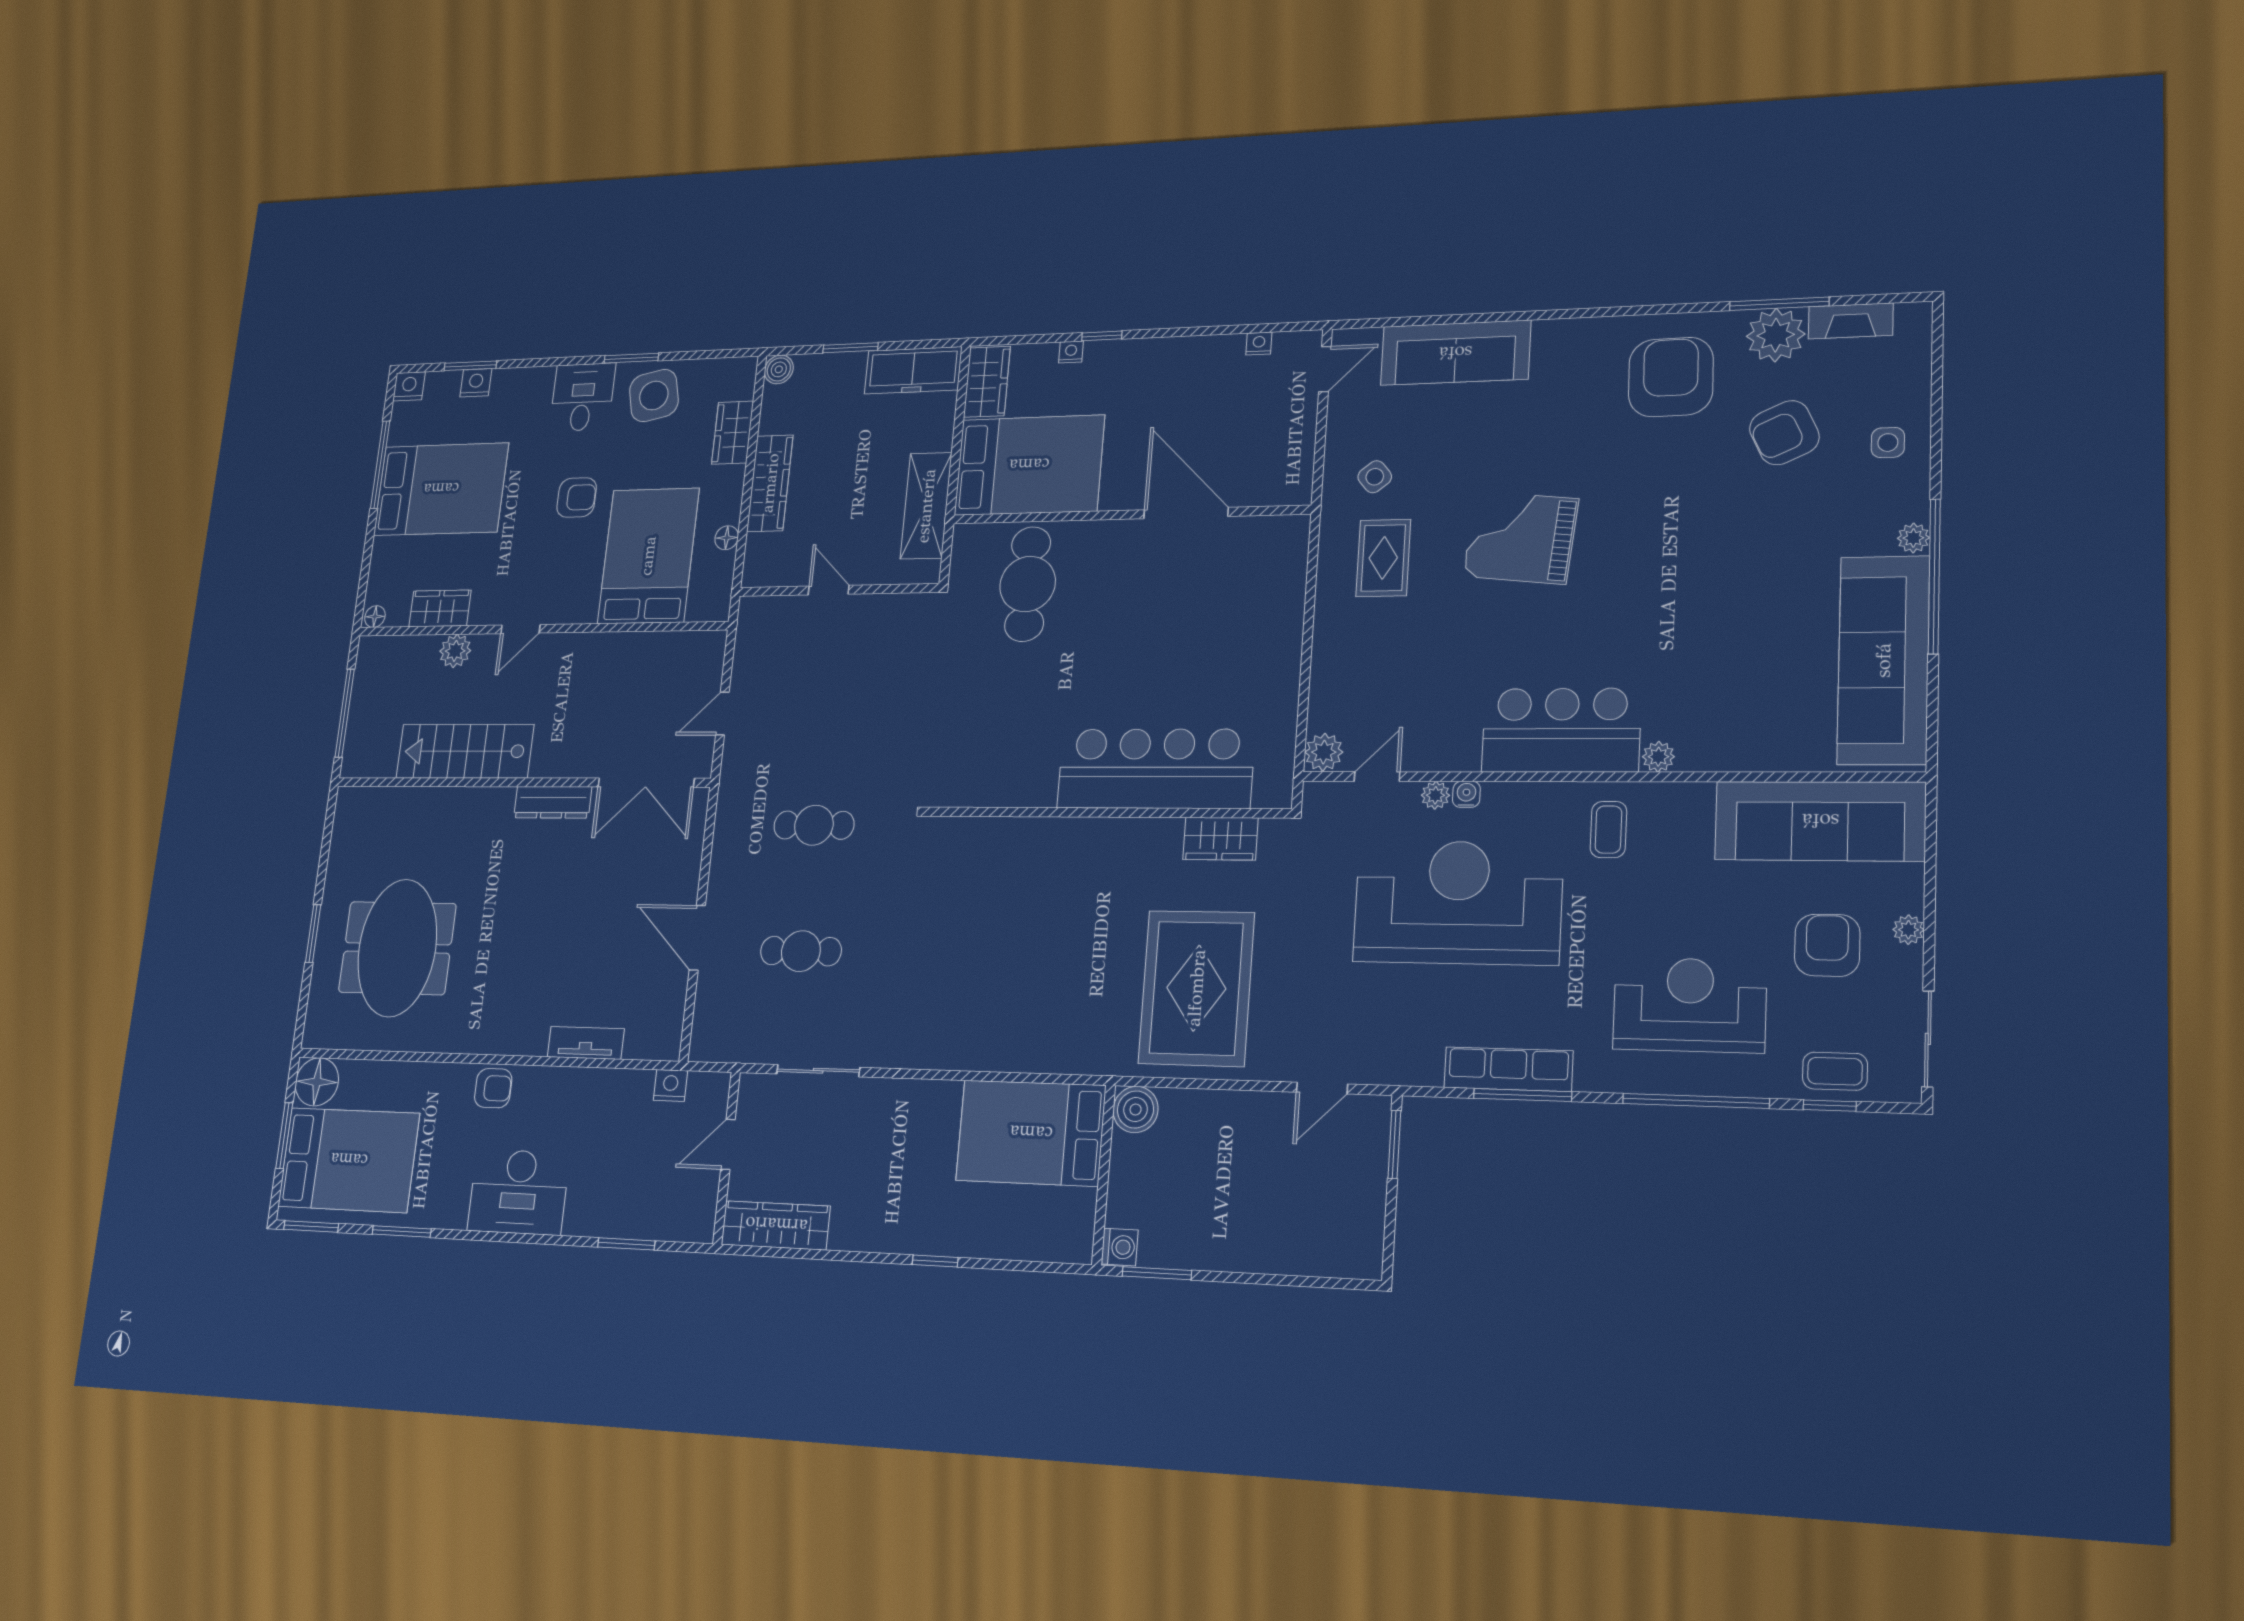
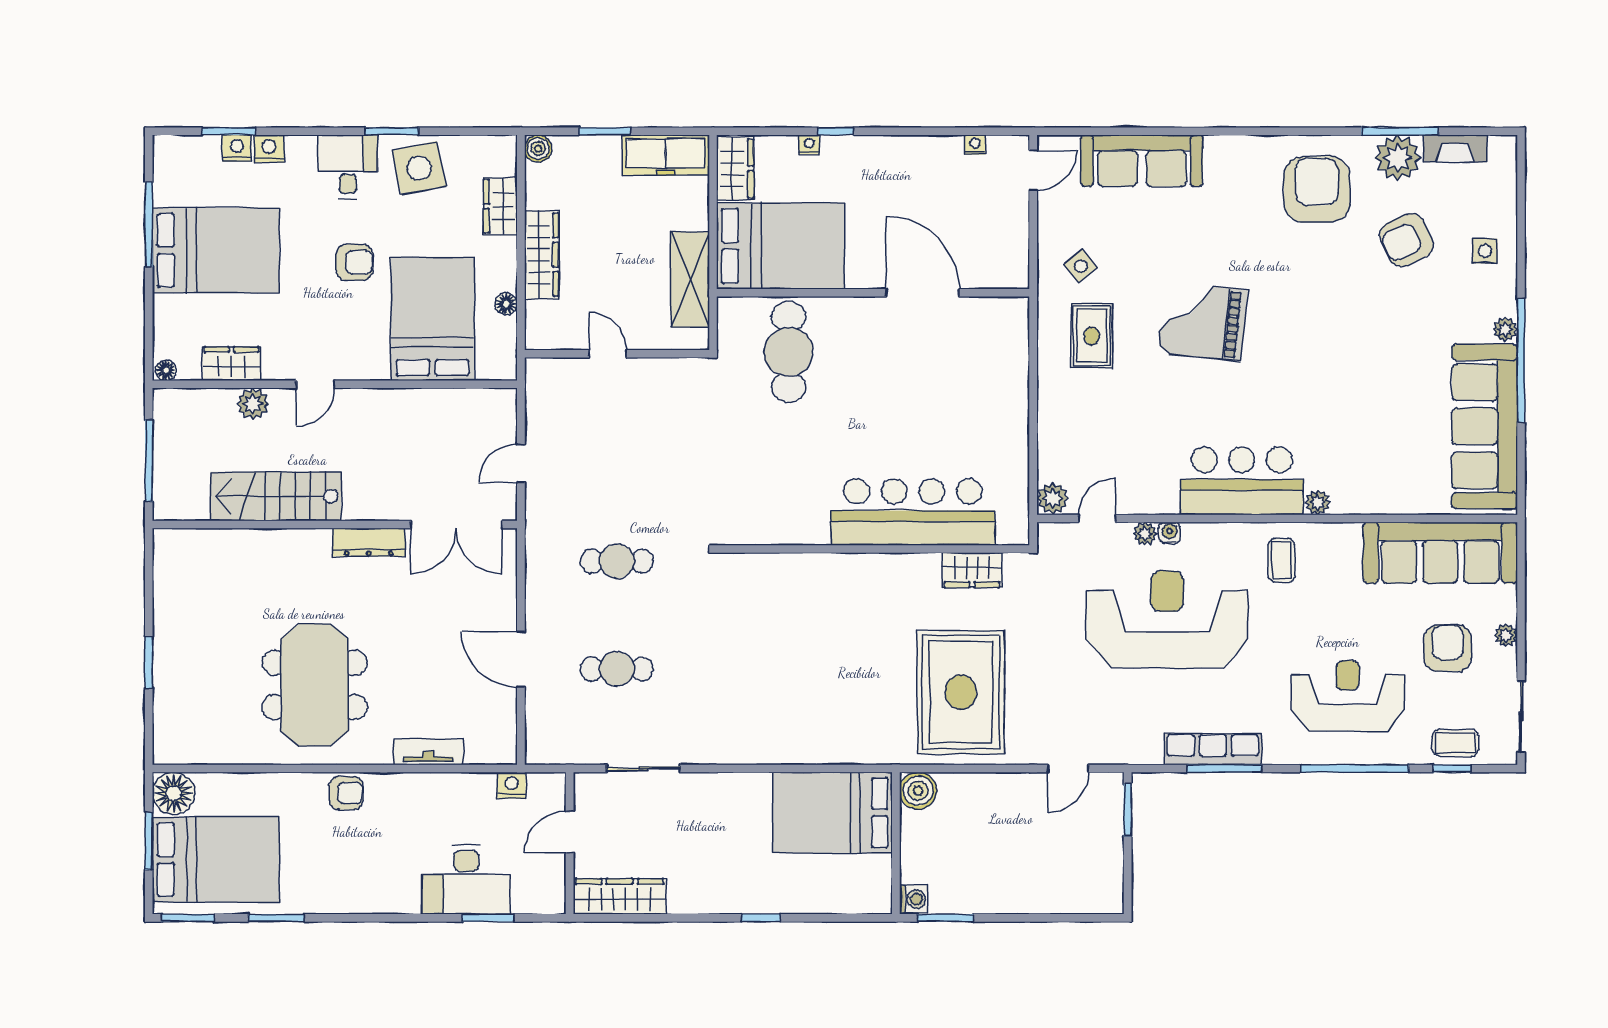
nightstand: (409, 386) -> (269, 149), moved
meeting table: (397, 948) -> (315, 685), moved
desk: (518, 1192) -> (466, 880), moved

